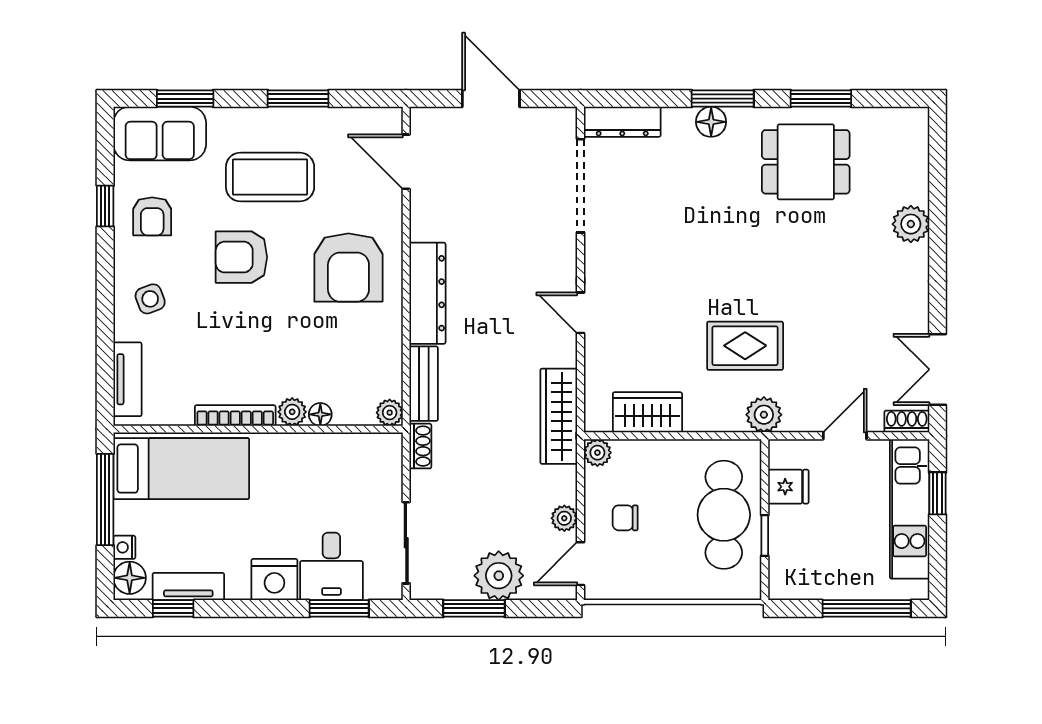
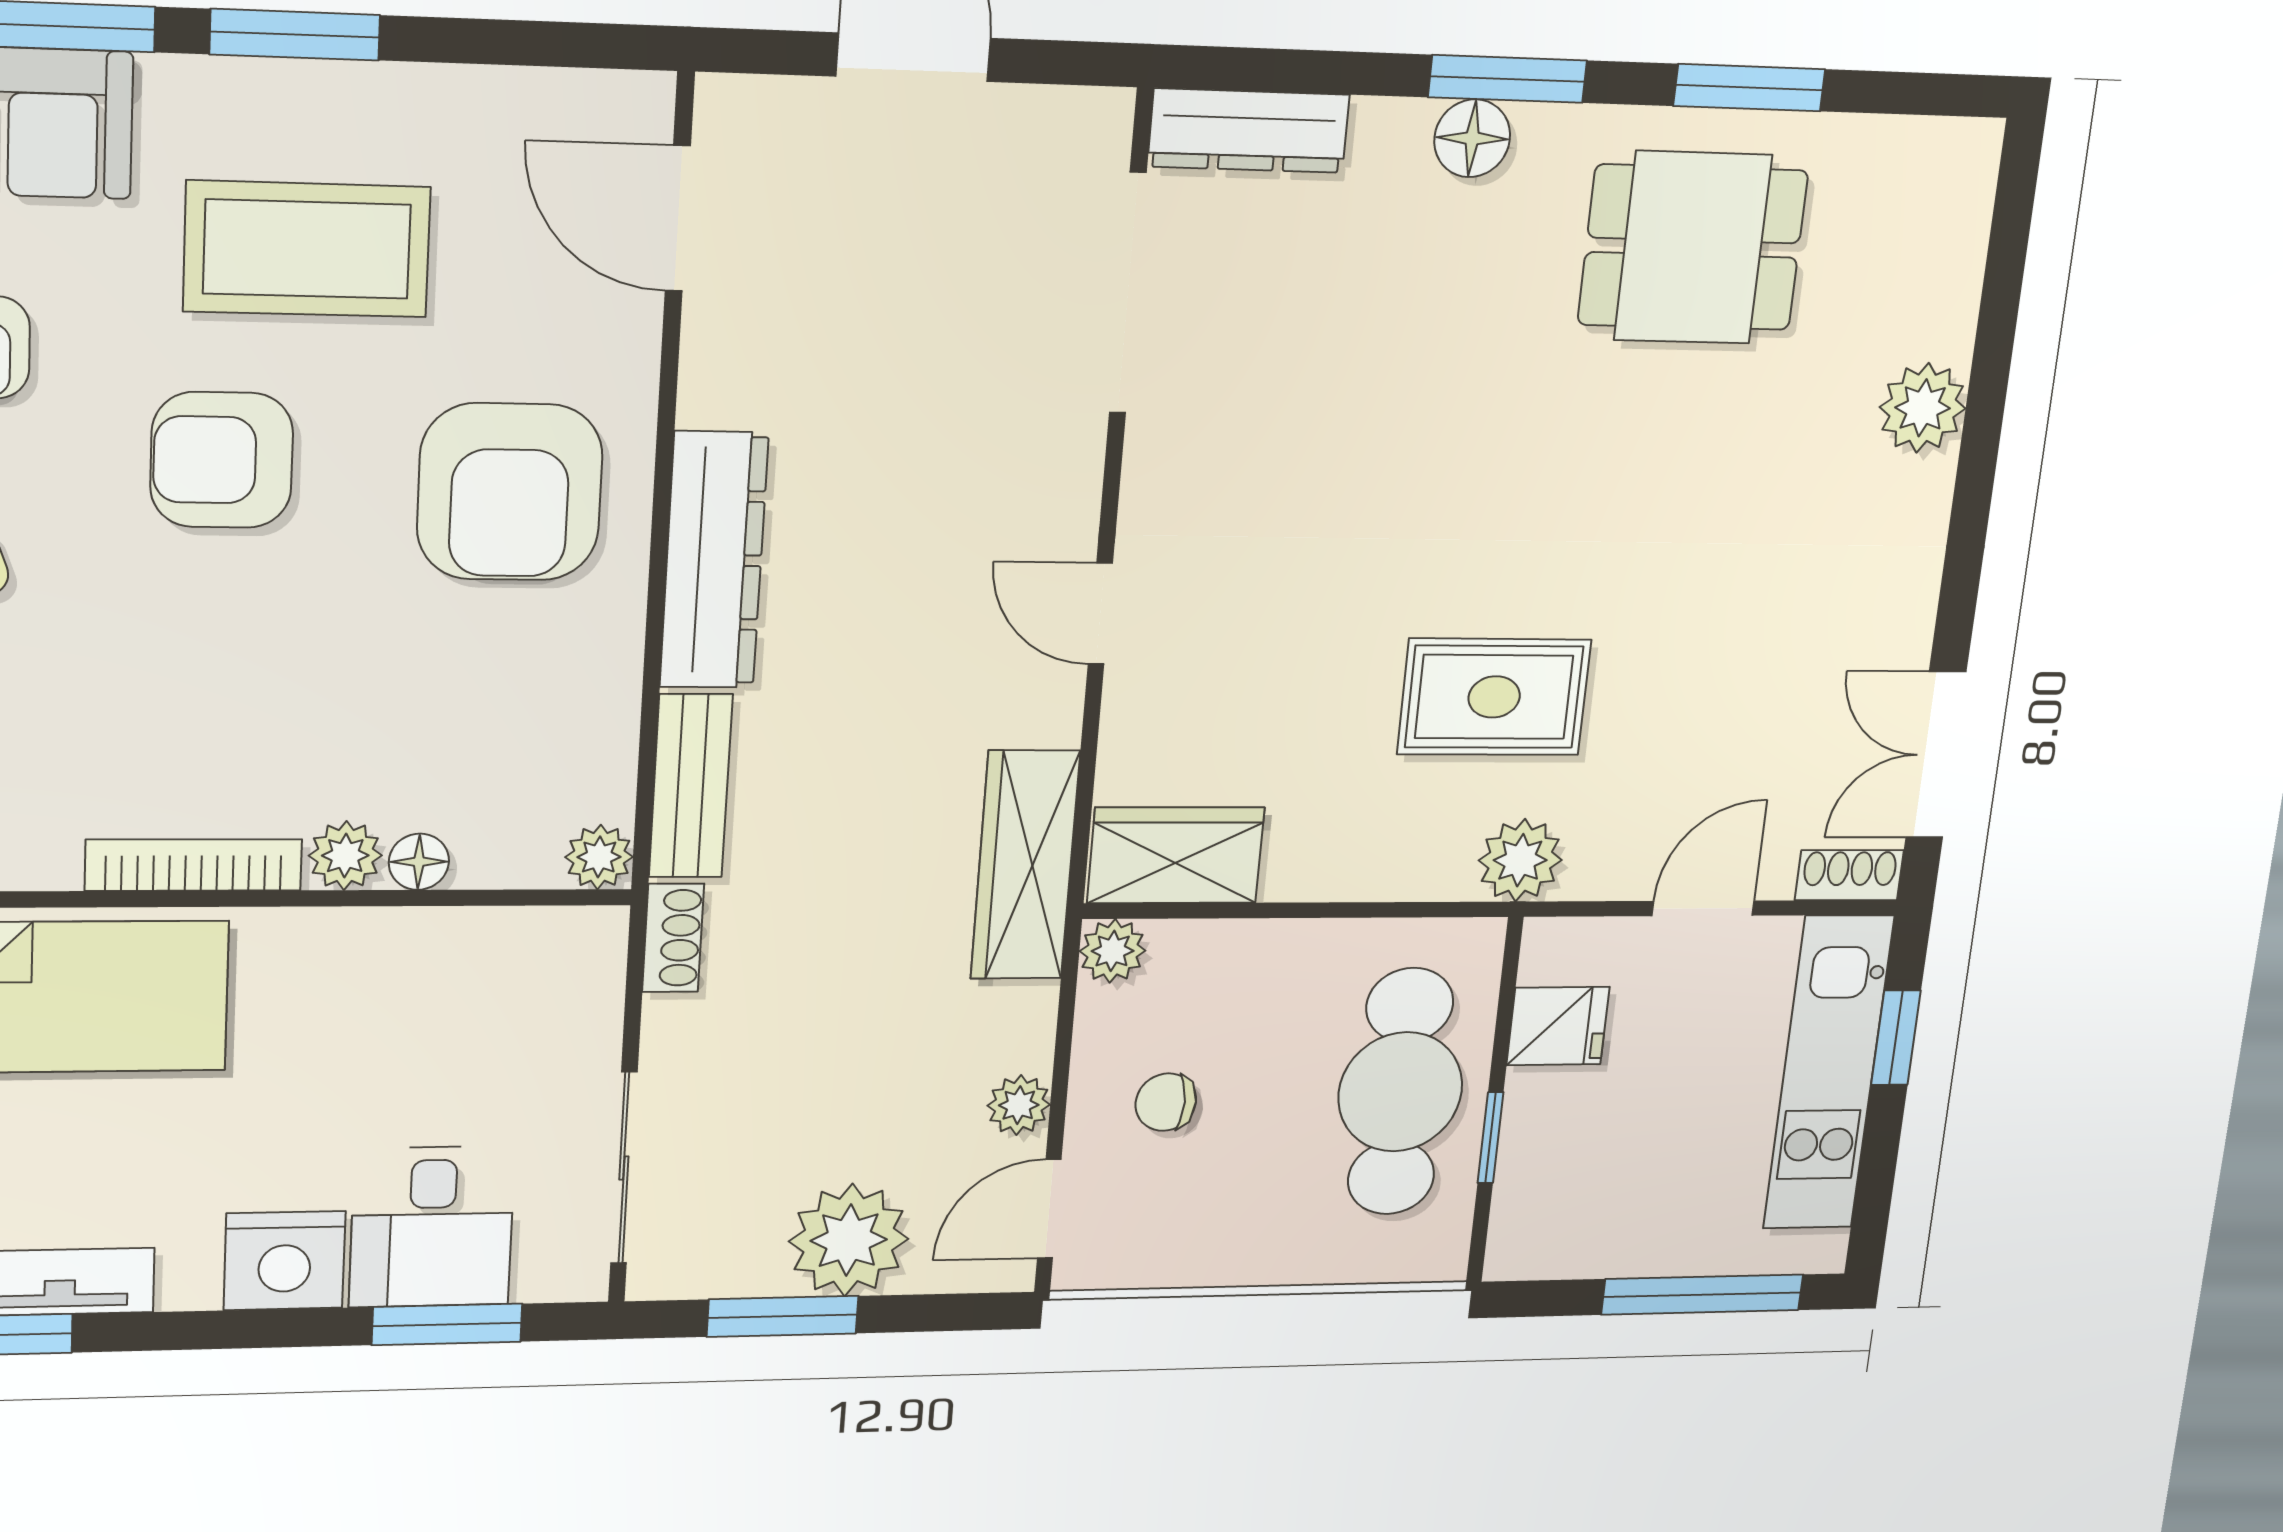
window: (298, 99) -> (295, 35), moved
wardrobe: (647, 412) -> (1176, 855), moved

